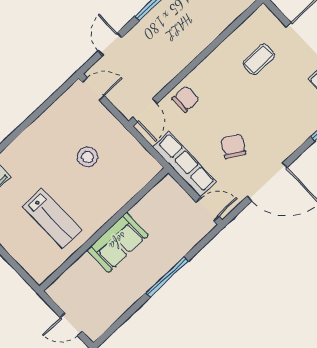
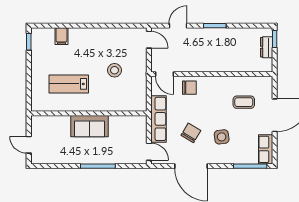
door: (145, 110) -> (164, 74), hinge flipped
side table: (270, 119) -> (222, 137), added
lab bench: (52, 218) -> (69, 84), turned 90

